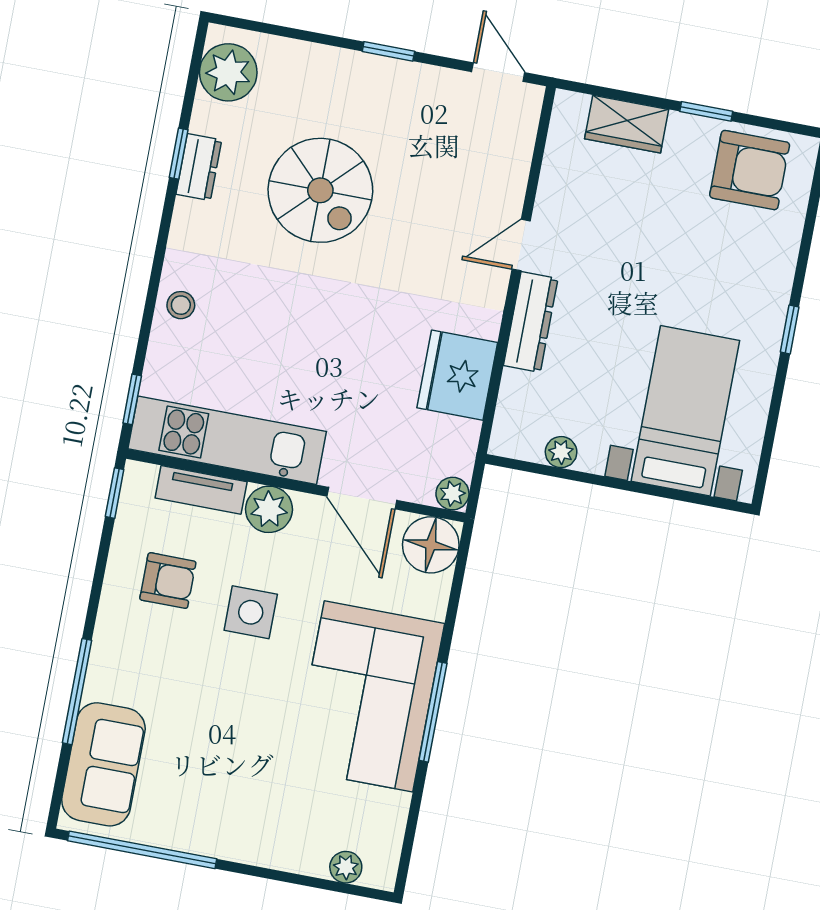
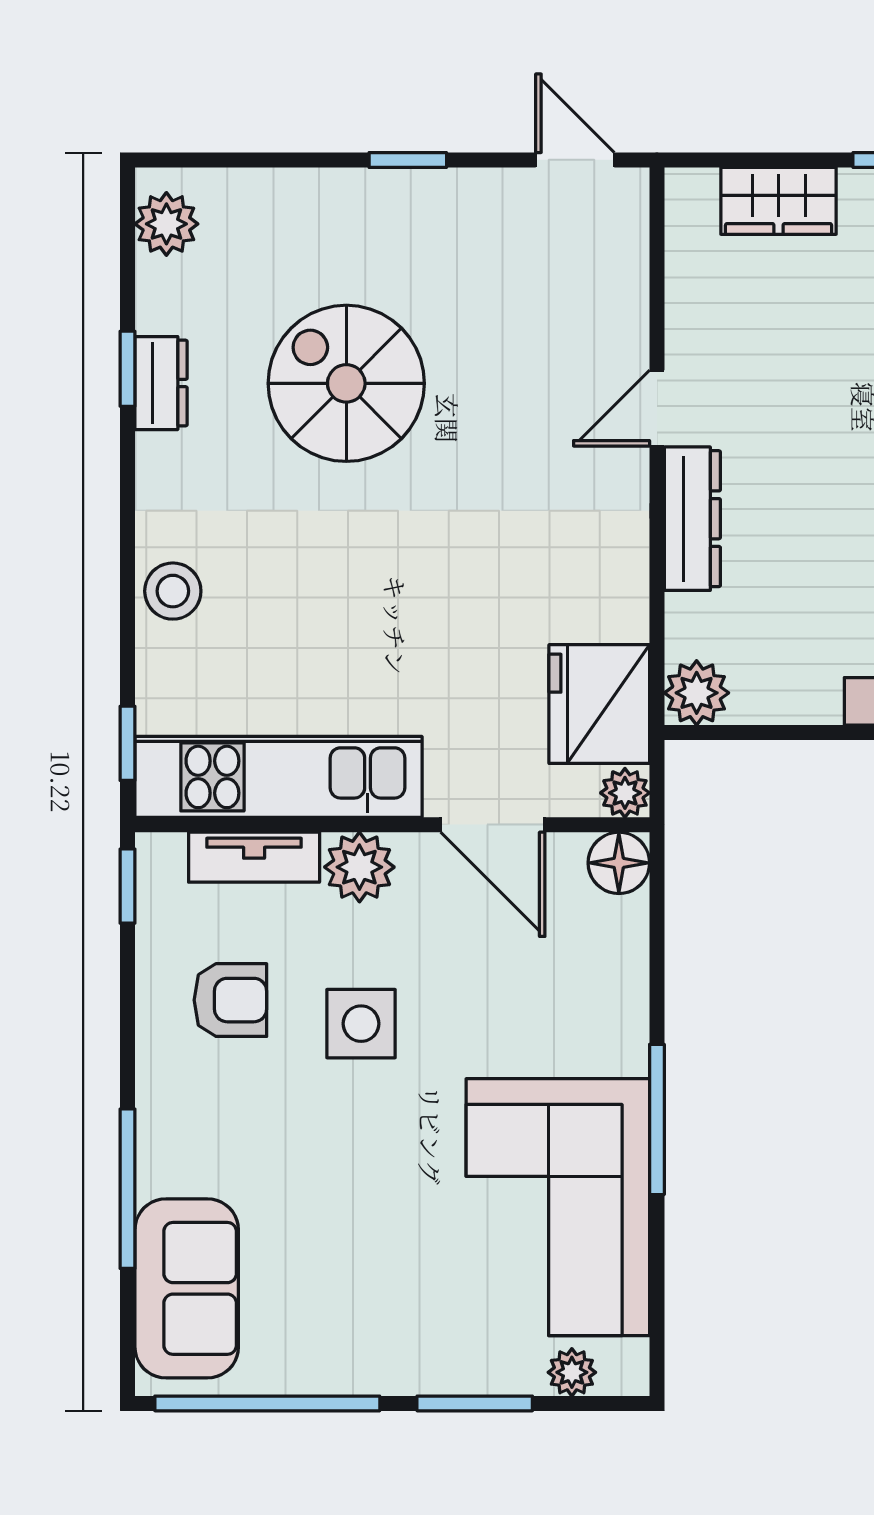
plant: (228, 72) -> (166, 224), width x0.73, depth x0.73
spiral stairs: (320, 190) -> (346, 383), turned 180
stool: (181, 305) -> (173, 591), width x1.37, depth x1.37
fridge: (457, 375) -> (599, 704), moved
plant: (561, 452) -> (697, 693), moved, width x1.38, depth x1.38
floor lamp: (431, 545) -> (619, 863), width x0.73, depth x0.73
corner sofa: (369, 696) -> (558, 1207), moved
window: (278, 876) -> (475, 1403), added

